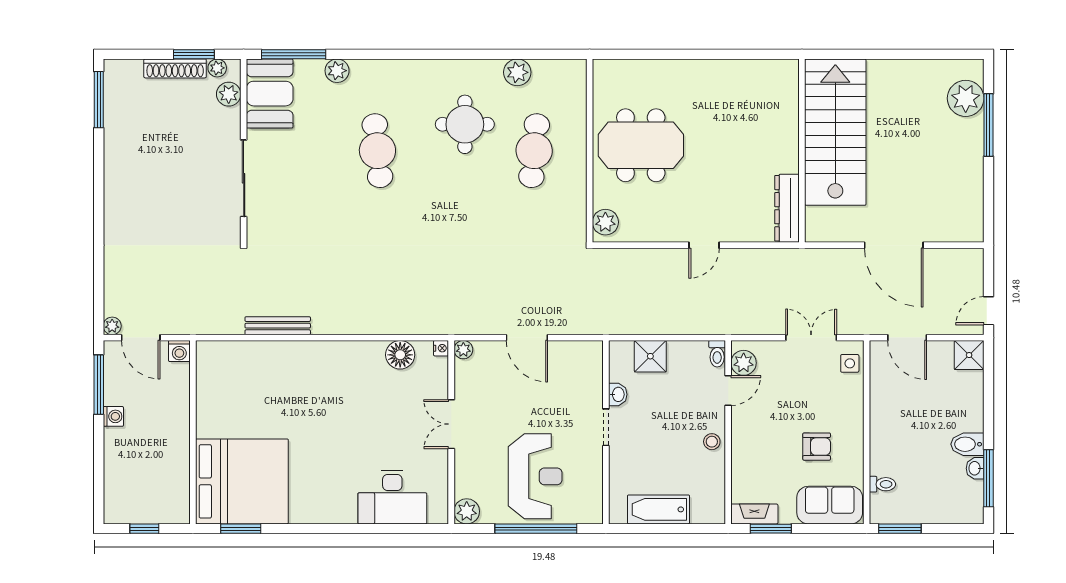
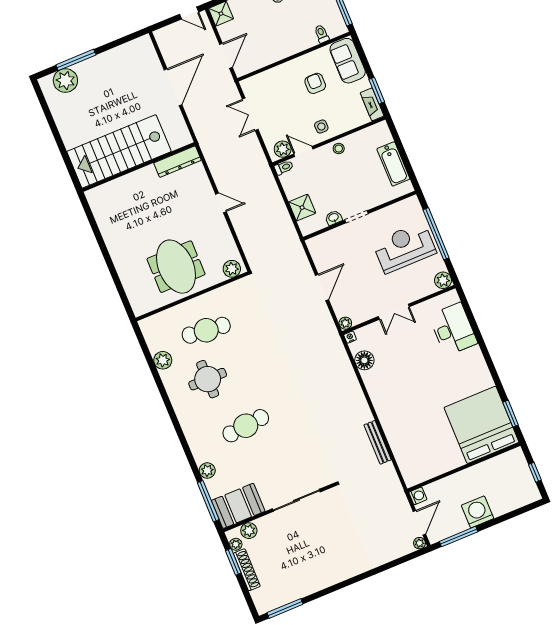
side table: (850, 363) -> (321, 127), moved
washing machine: (113, 416) -> (478, 512), width x1.89, depth x1.89

